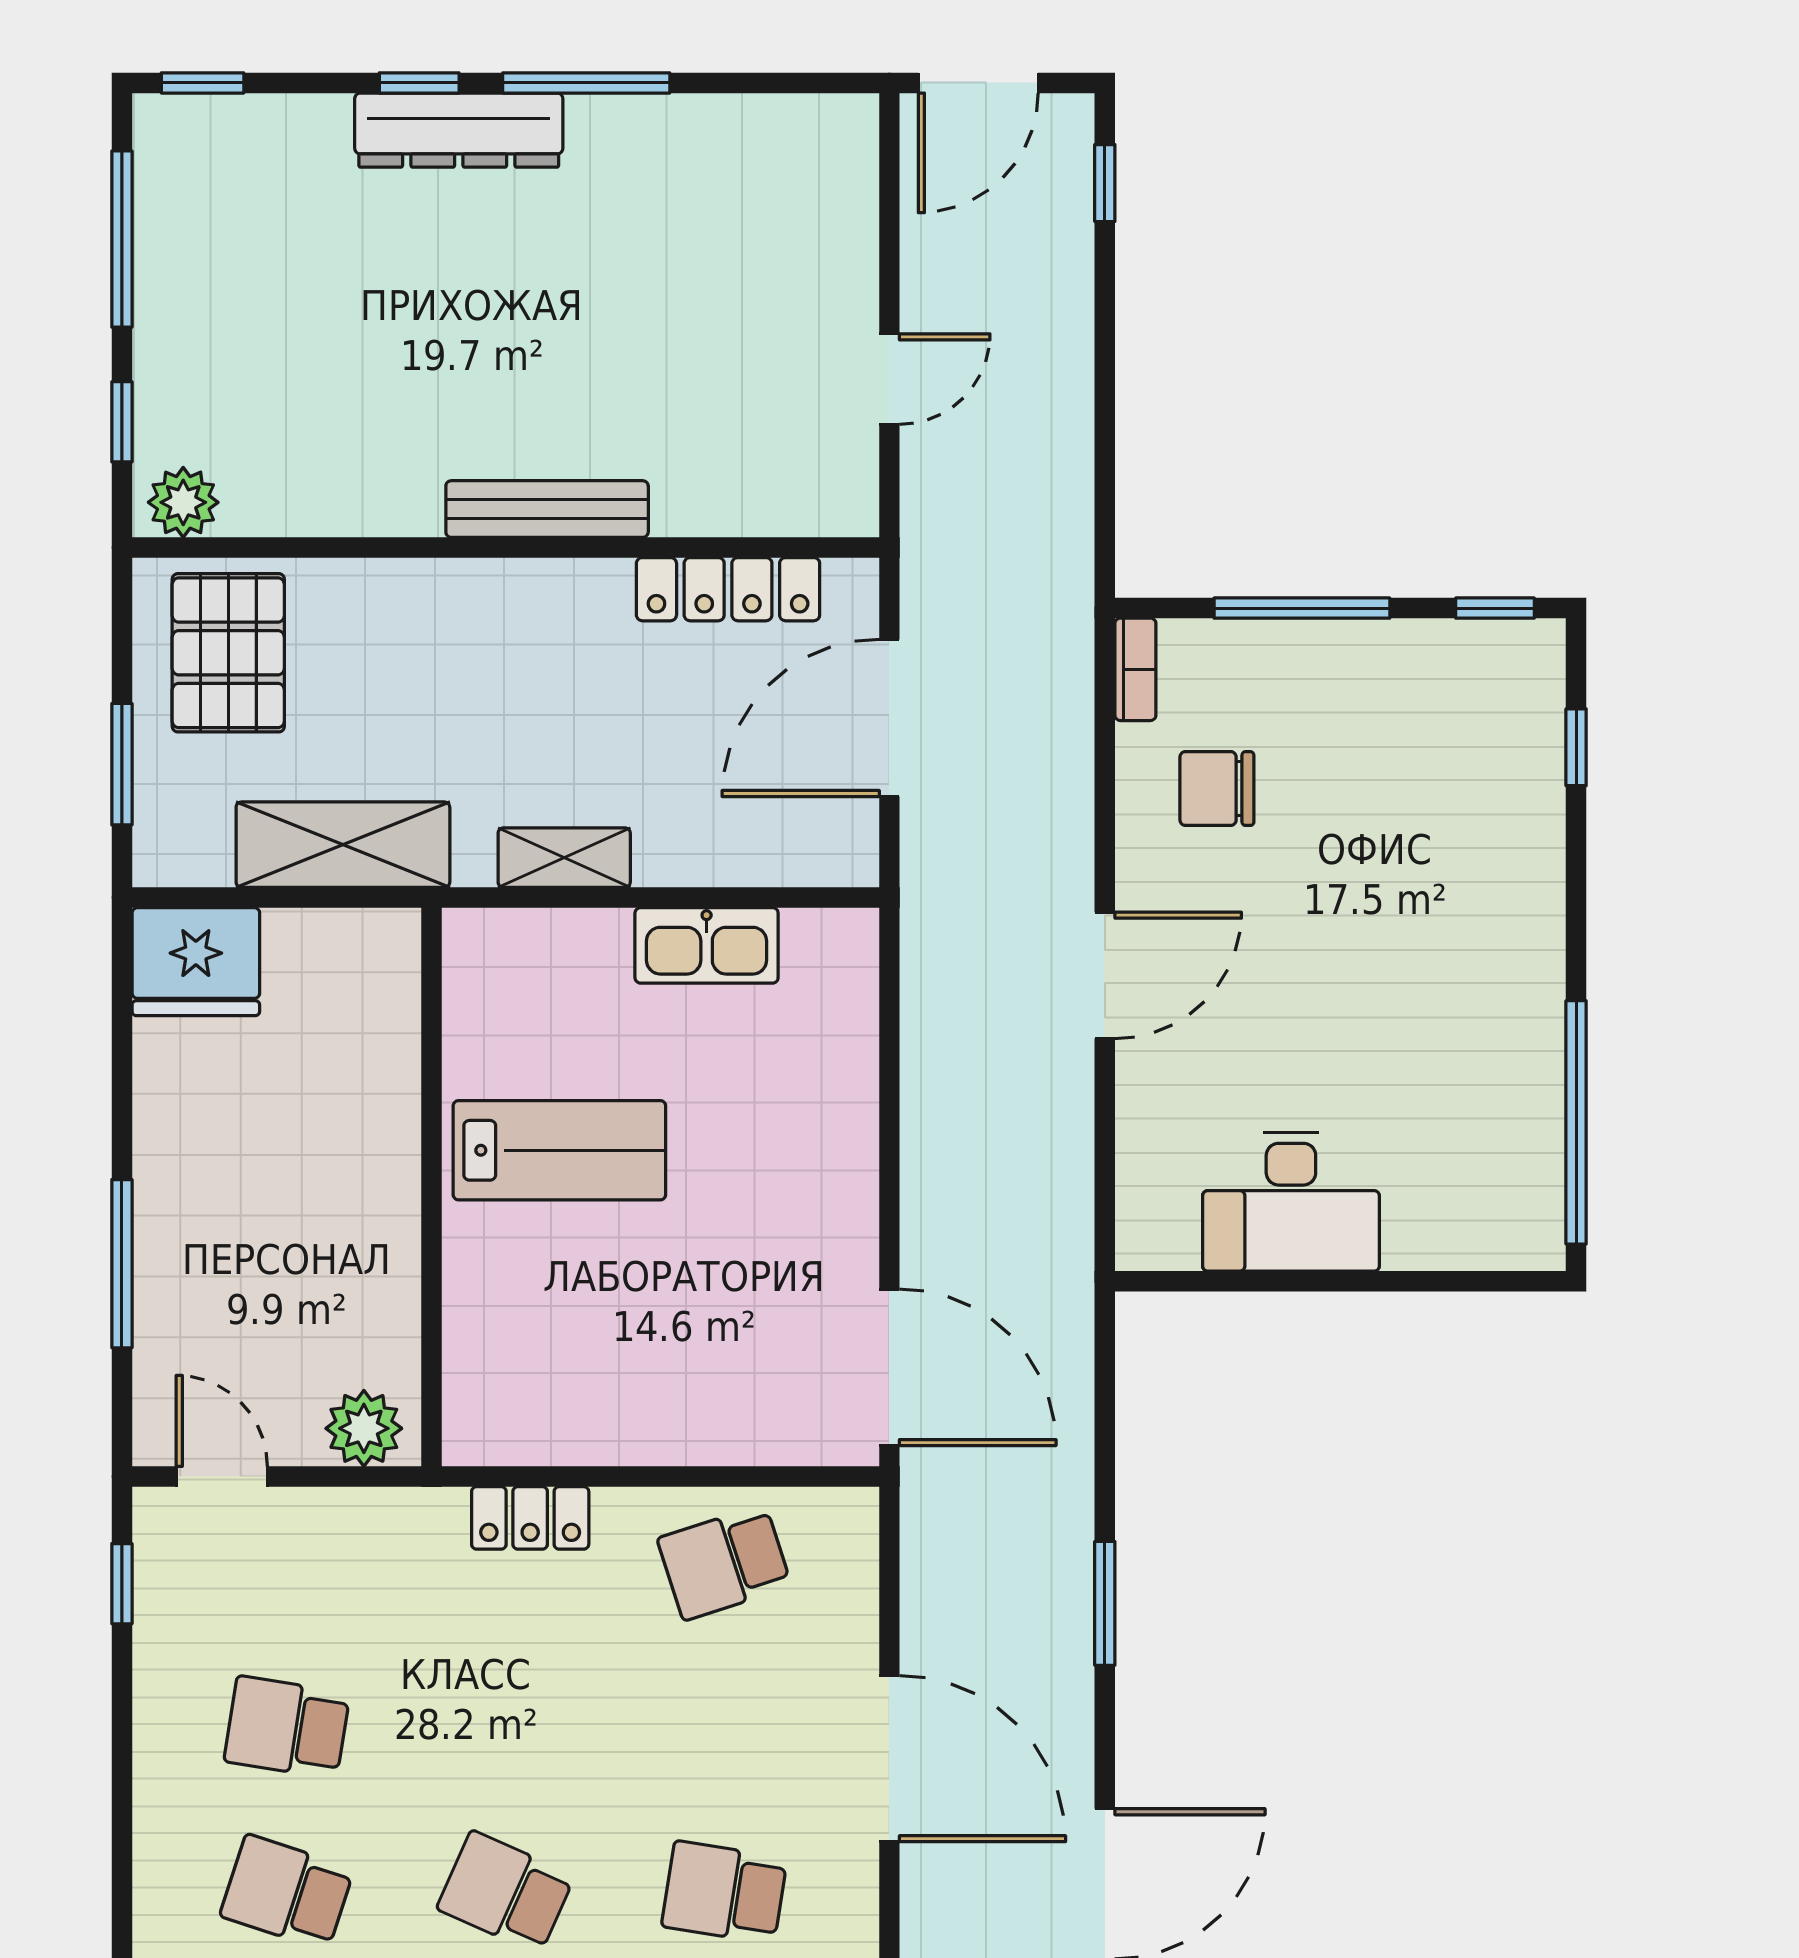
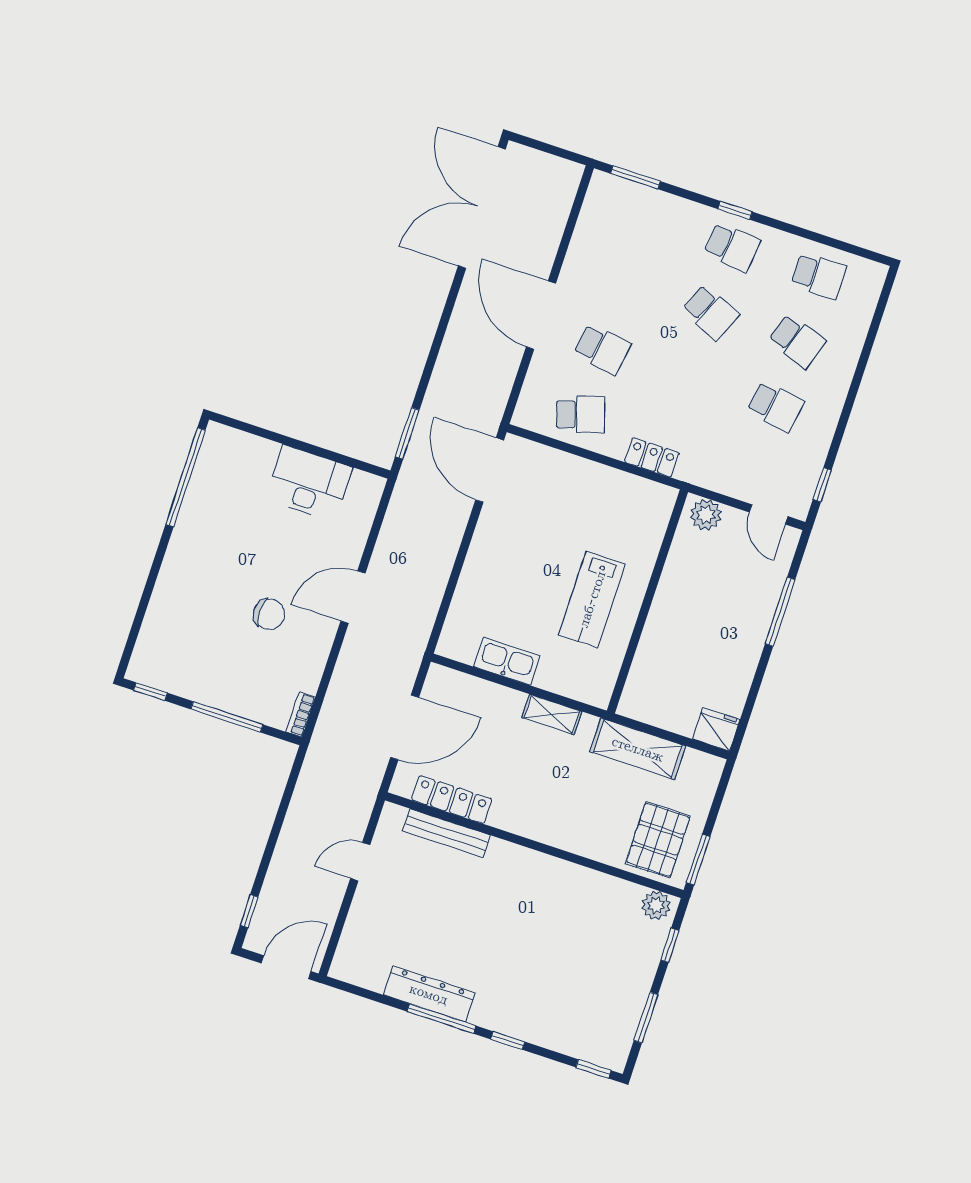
dresser: (459, 130) -> (429, 994), moved
window: (122, 239) -> (646, 1018), width x0.69
bench: (547, 509) -> (446, 833), moved
window: (1576, 747) -> (136, 626), removed
window: (122, 764) -> (698, 860), moved
chair: (1217, 789) -> (269, 614), moved
fridge: (196, 962) -> (716, 729), width x0.73, depth x0.75
lab bench: (559, 1150) -> (592, 599), turned -90
window: (1105, 1603) -> (407, 433), moved
school desk: (724, 1892) -> (602, 349), moved

